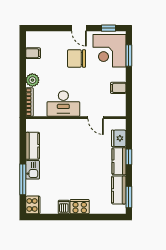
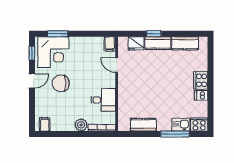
filing cabinet: (33, 53) -> (45, 124), moved
chair: (77, 58) -> (61, 83), turned 90
filing cabinet: (118, 88) -> (110, 44), moved
desk: (63, 104) -> (103, 100), width x0.73
door: (96, 118) -> (117, 65), swing flipped
kitchen sink: (33, 170) -> (181, 125), moved
window: (129, 197) -> (192, 34), removed

